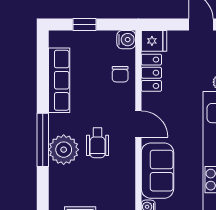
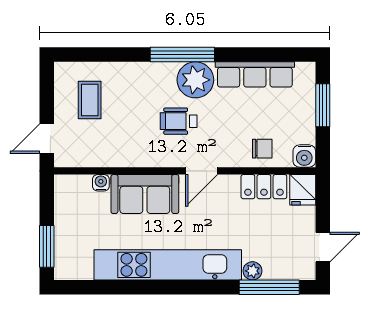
window: (84, 24) -> (323, 105), width x1.50
chair: (120, 74) -> (262, 149), turned 180
plant: (64, 150) -> (195, 80), moved

